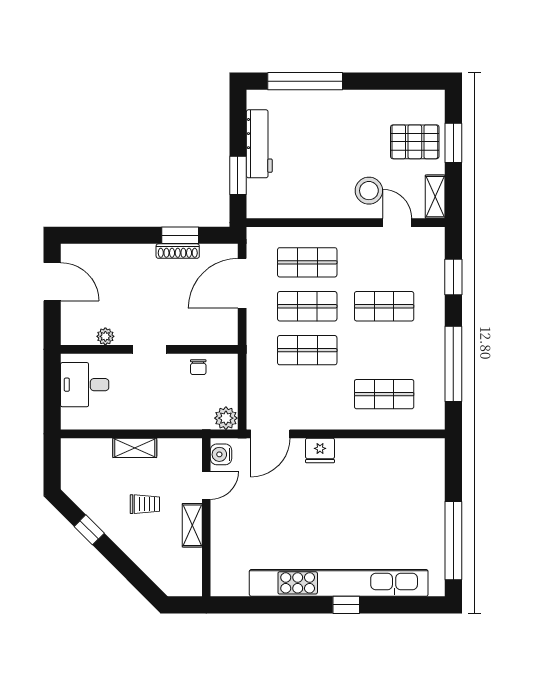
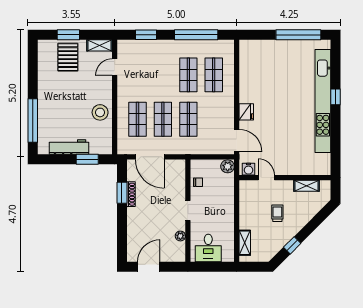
stool: (369, 191) -> (100, 112), moved
shop shelf: (384, 306) -> (188, 75), moved
shelving: (135, 448) -> (245, 243), moved
shelving: (192, 525) -> (306, 186), moved

